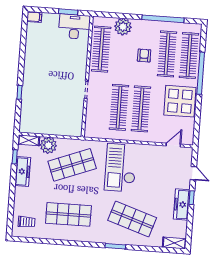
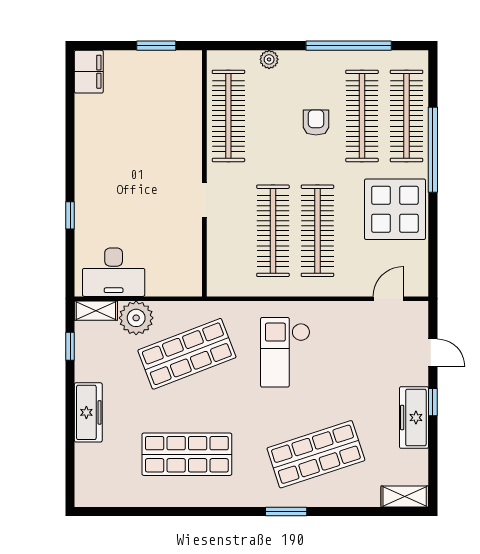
filing cabinet: (34, 17) -> (89, 72), width x2.00
desk: (74, 27) -> (114, 272), moved, turned 180
plant: (123, 27) -> (269, 59), width x0.53, depth x0.53
checkout: (121, 168) -> (285, 352), width x0.73, depth x0.83
freezer: (23, 171) -> (88, 412), moved
shop shelf: (132, 219) -> (316, 454), turned -36
trolley: (27, 222) -> (104, 475), removed

